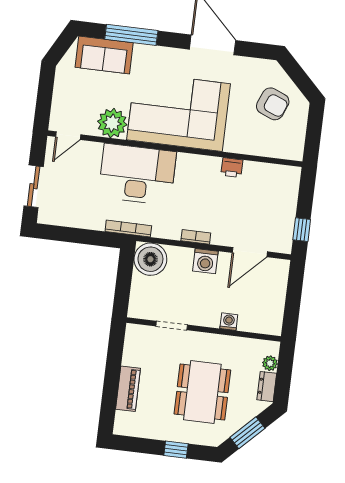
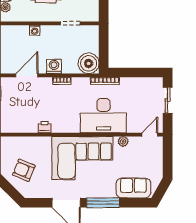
window: (131, 35) -> (103, 203), moved
plant: (112, 123) -> (123, 141), width x0.53, depth x0.53

